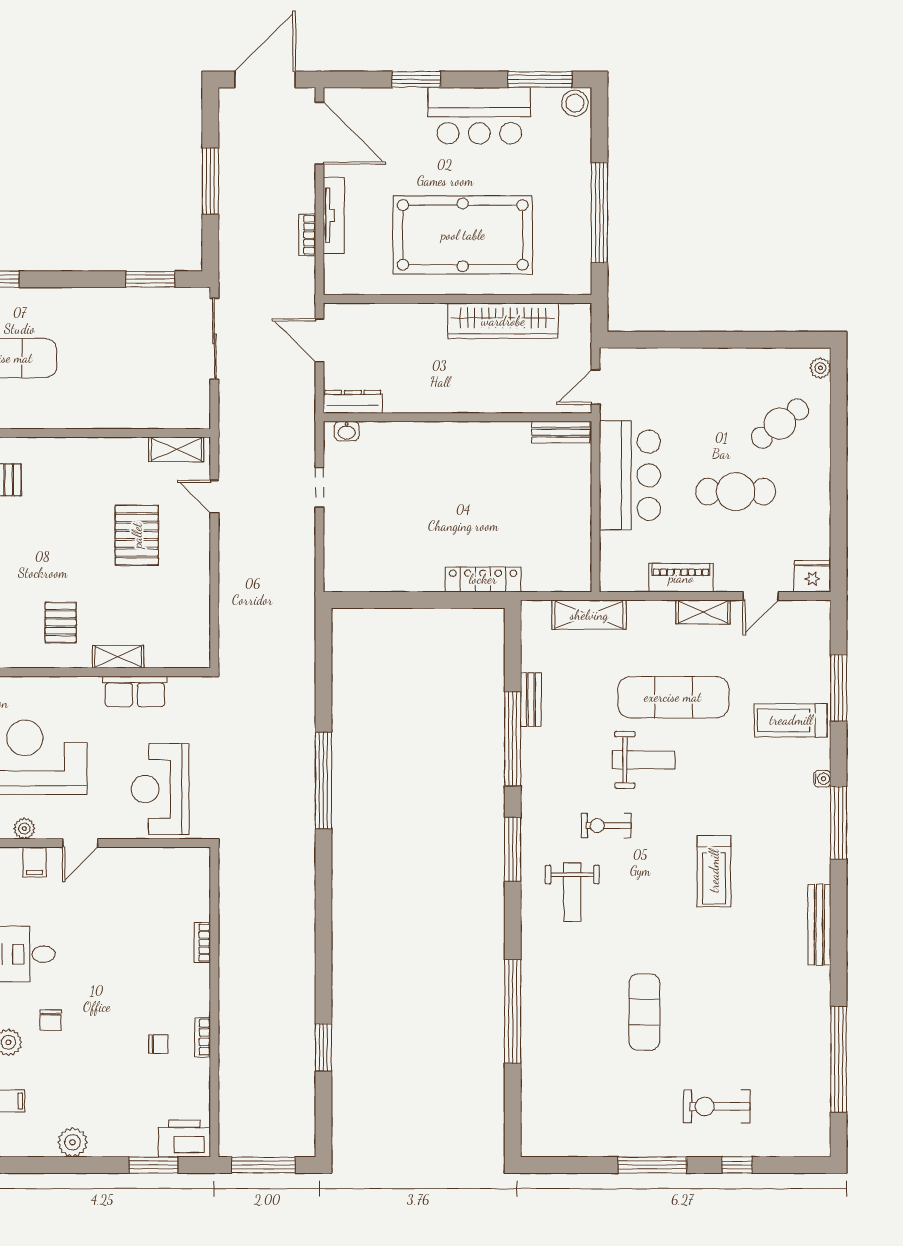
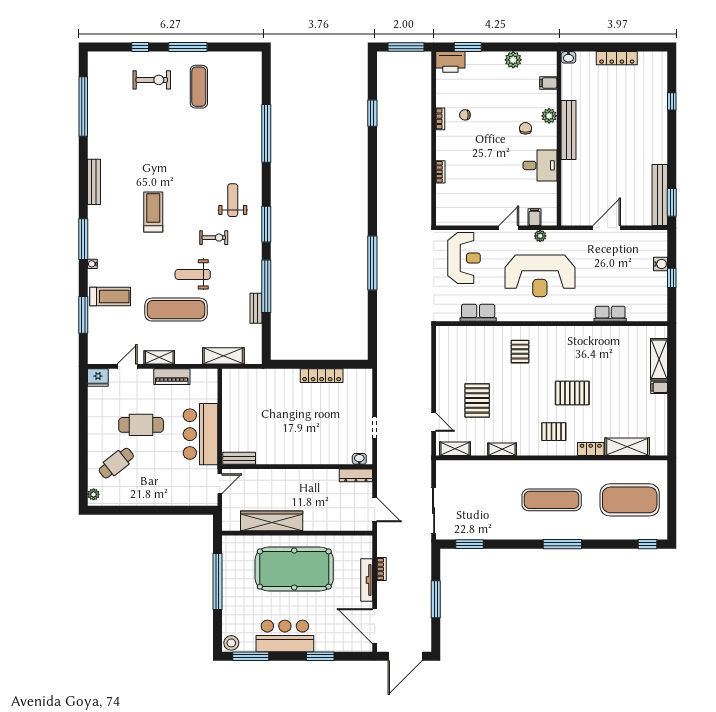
locker: (483, 579) -> (322, 376), moved
shelving: (118, 657) -> (502, 449), moved
exercise mat: (644, 1012) -> (199, 87), moved

